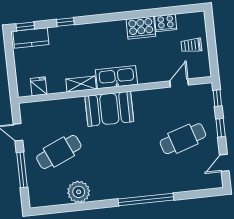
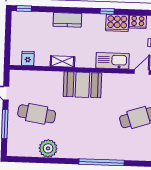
window: (65, 22) -> (107, 11), moved
kitchen counter: (31, 38) -> (67, 20), moved
kitchen sink: (116, 77) -> (113, 61), moved
cafe table: (59, 152) -> (37, 114), turned 33

